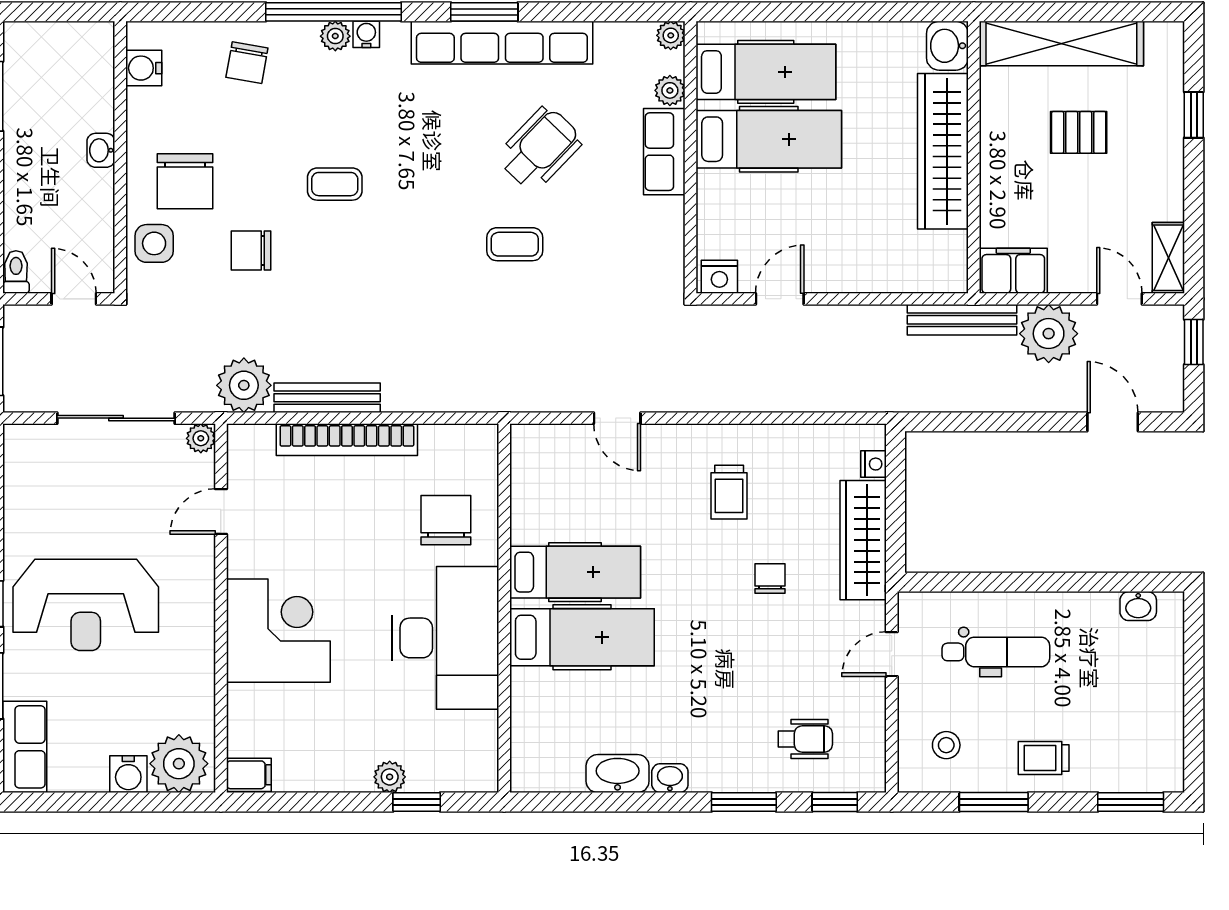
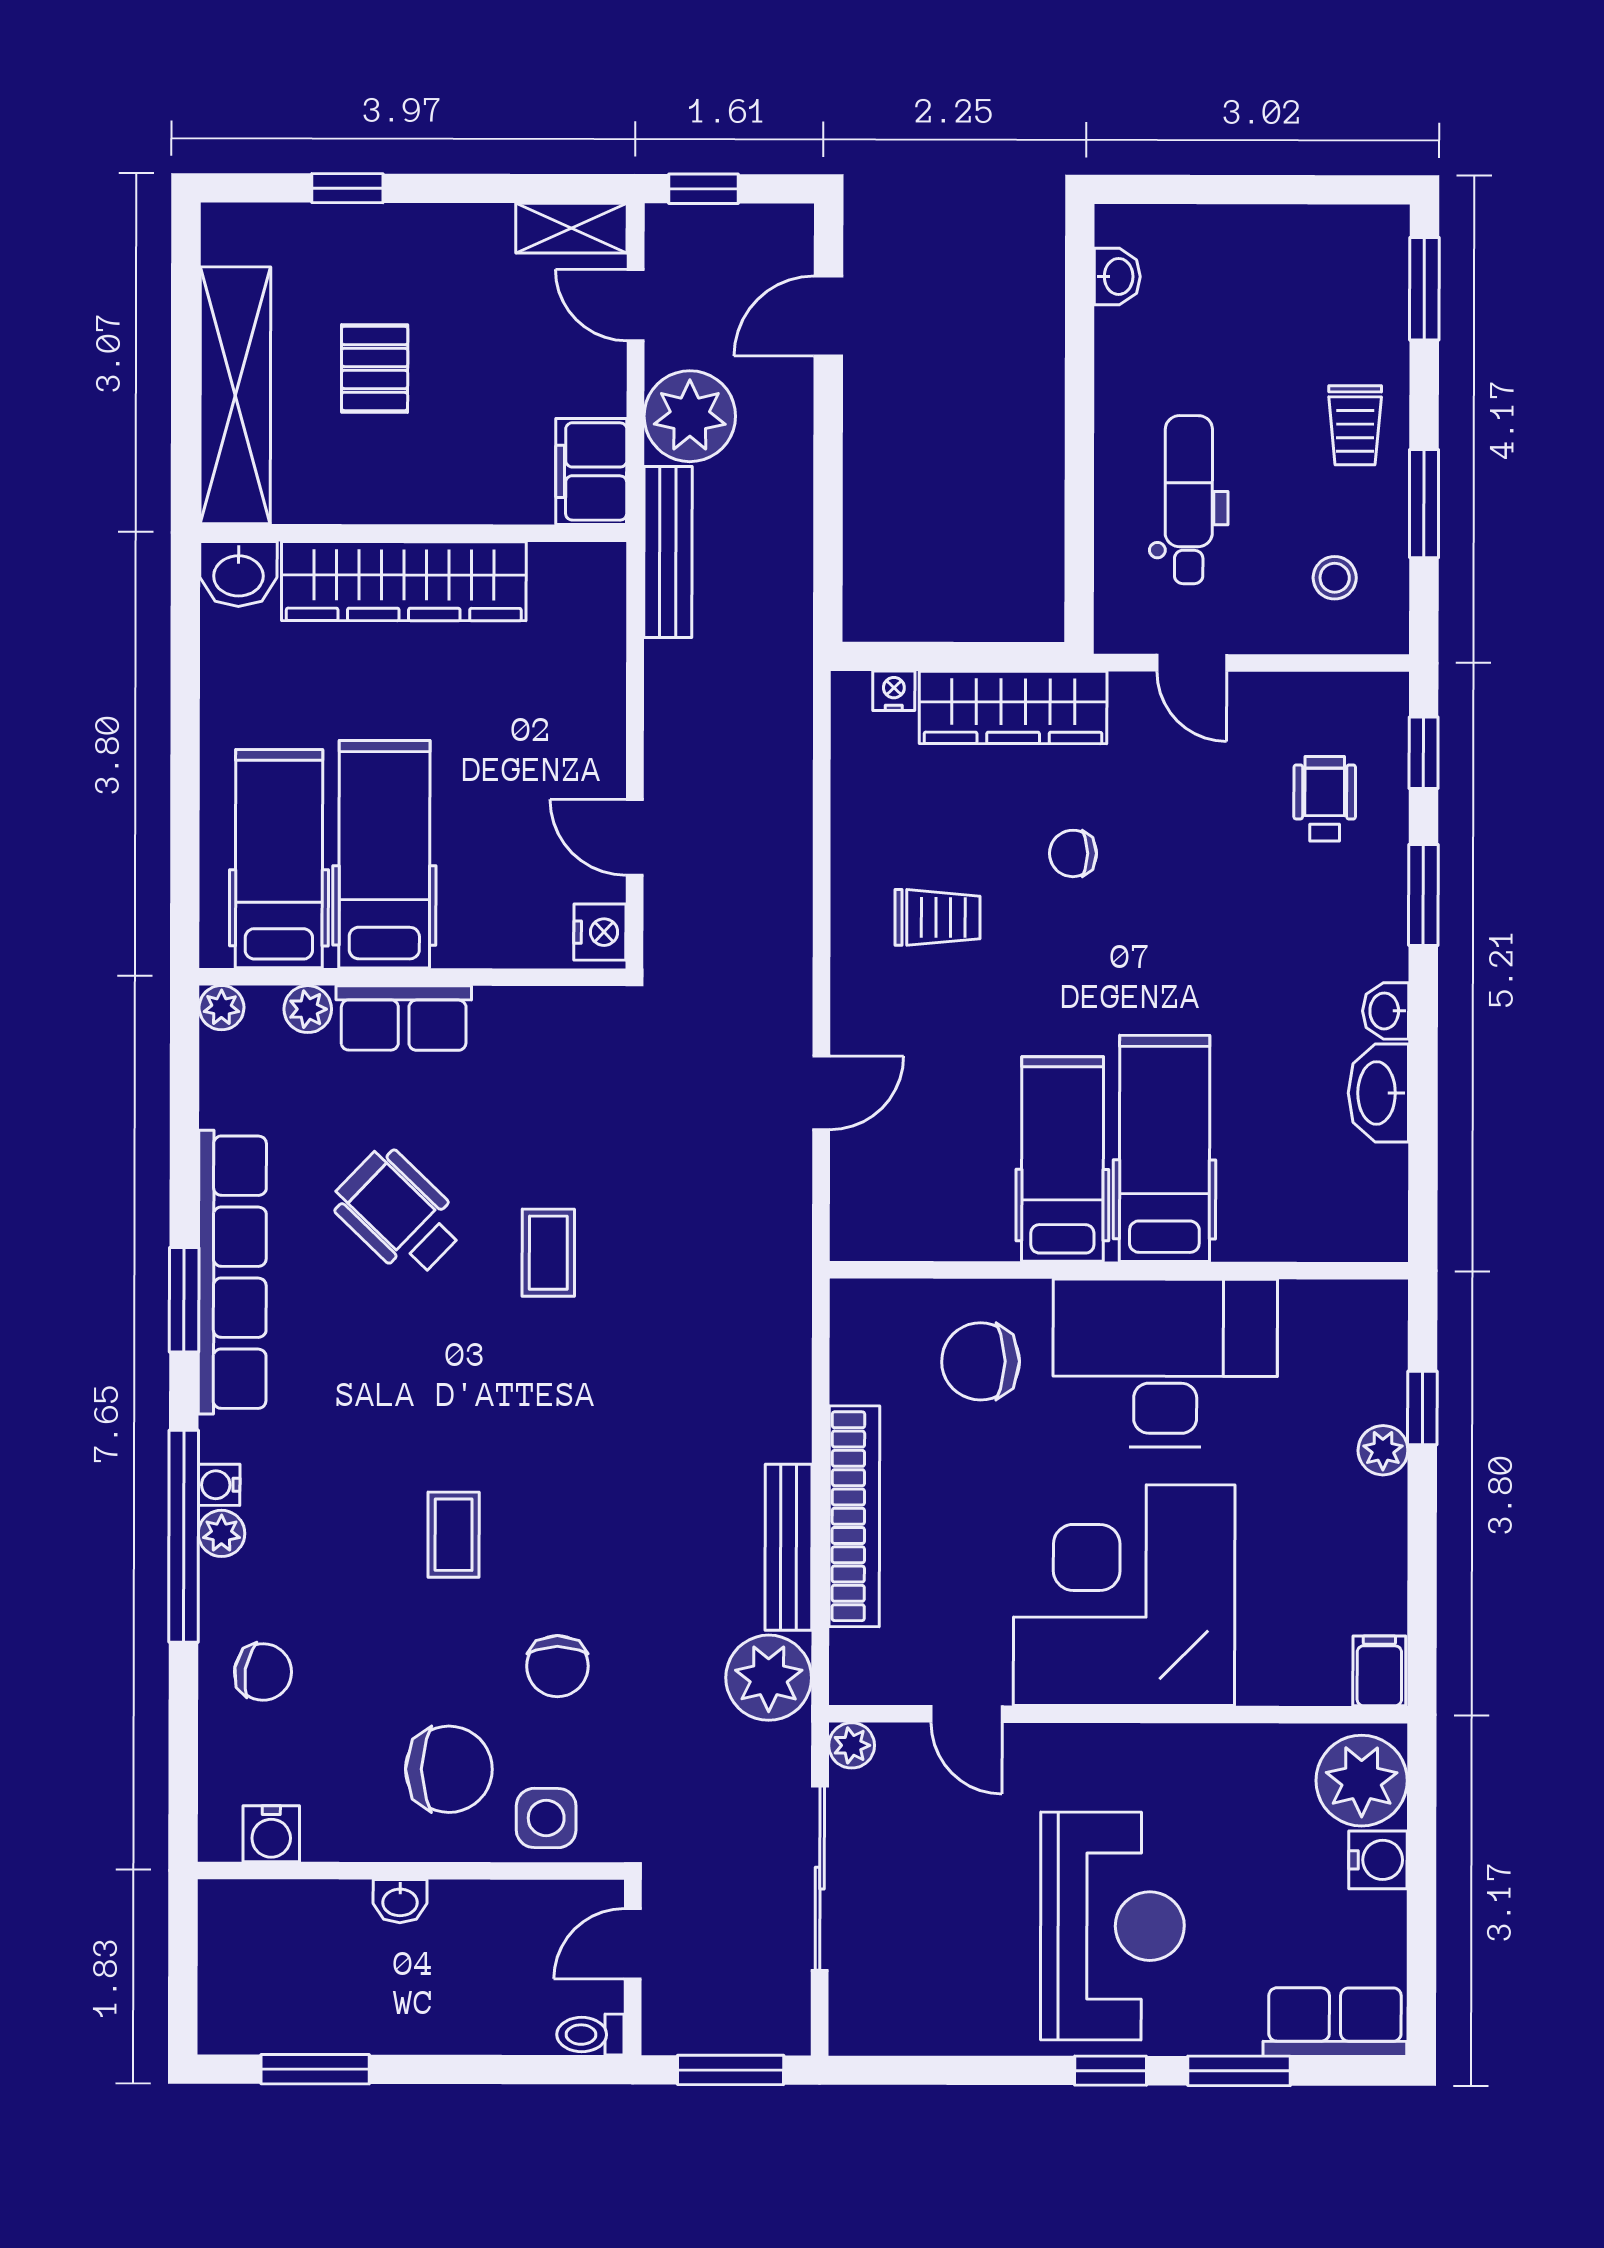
door: (1119, 299) -> (636, 305), hinge flipped
corner desk: (278, 631) -> (1124, 1595), width x1.36, depth x1.36

